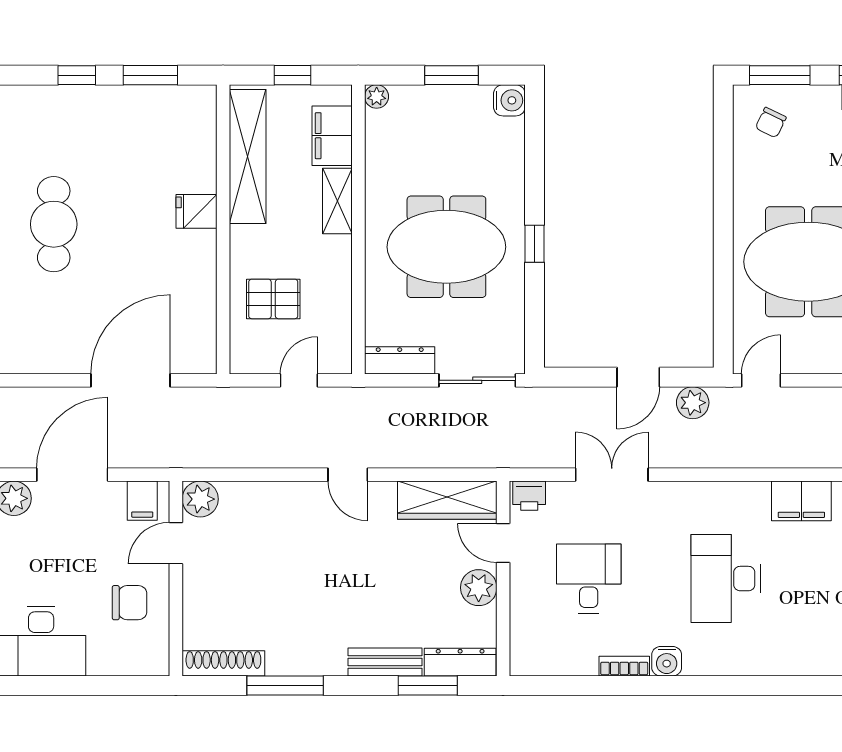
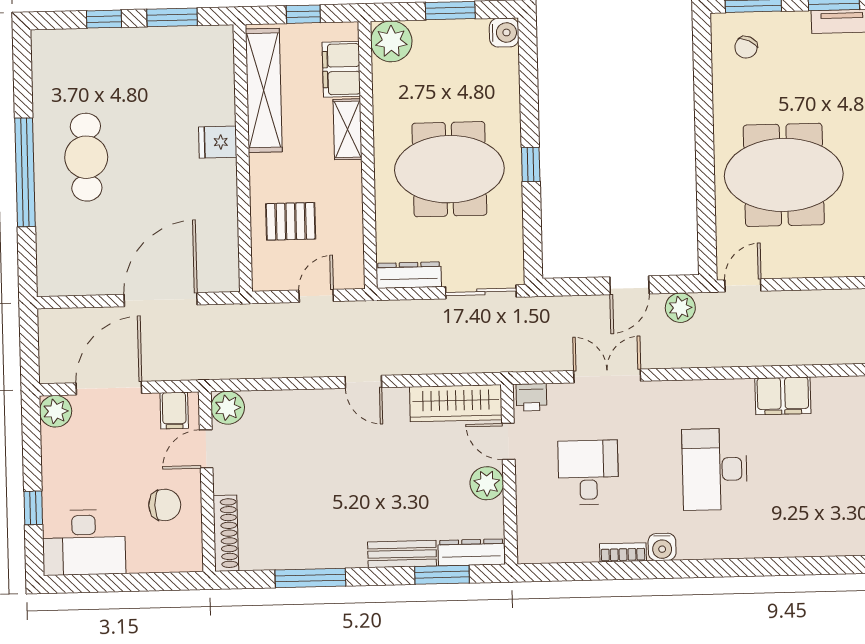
plant: (377, 96) -> (391, 41), width x1.87, depth x1.87
shoe rack: (223, 663) -> (226, 533), moved, turned 90

